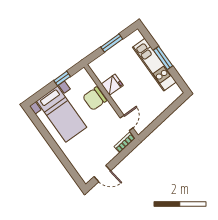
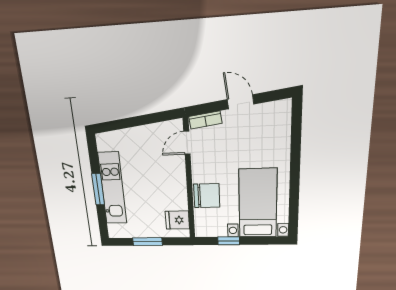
fridge: (112, 85) -> (177, 220), moved
door: (102, 174) -> (240, 102), moved

